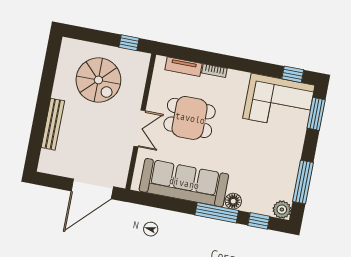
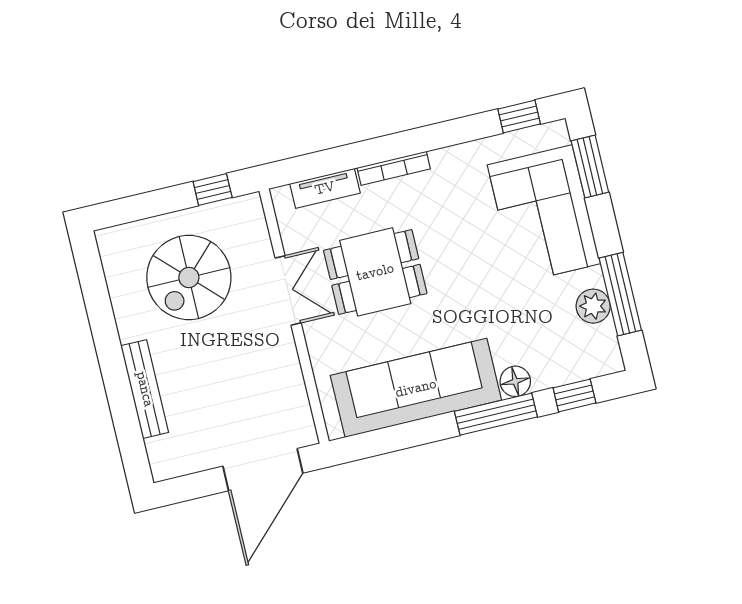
bookcase: (214, 71) -> (394, 168), width x1.56
spiral stairs: (98, 80) -> (189, 277), turned 90
corner sofa: (279, 102) -> (544, 214), moved, turned 90
double door: (139, 128) -> (288, 290), moved
plant: (282, 210) -> (593, 306), moved

